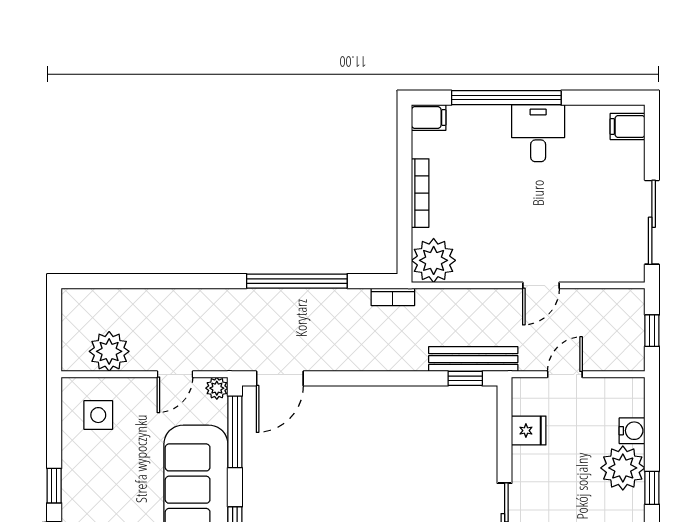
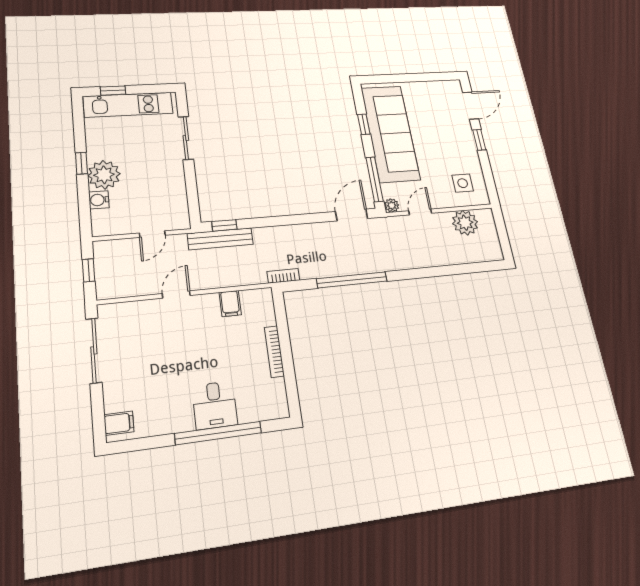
filing cabinet: (429, 118) -> (230, 304), moved, turned -90
desk: (538, 133) -> (215, 405), moved
plant: (434, 260) -> (258, 304), removed
fridge: (529, 431) -> (175, 195), removed

